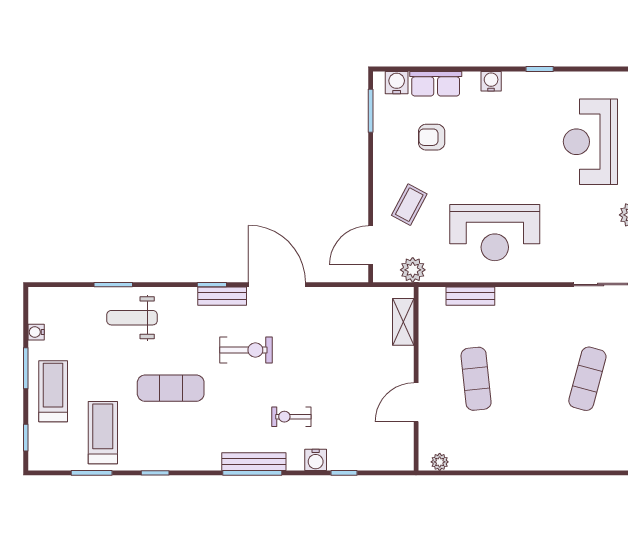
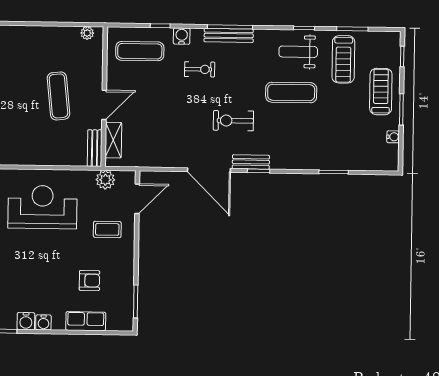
water cooler: (397, 83) -> (26, 321), moved
coffee table: (409, 205) -> (107, 229), turned 62
bench: (470, 296) -> (95, 148), moved, turned 90
weight bench: (132, 318) -> (298, 52), moved, turned 180
treadmill: (53, 391) -> (381, 92), turned 180
door: (416, 402) -> (104, 105), moved
exercise mat: (370, 439) -> (140, 51), added

